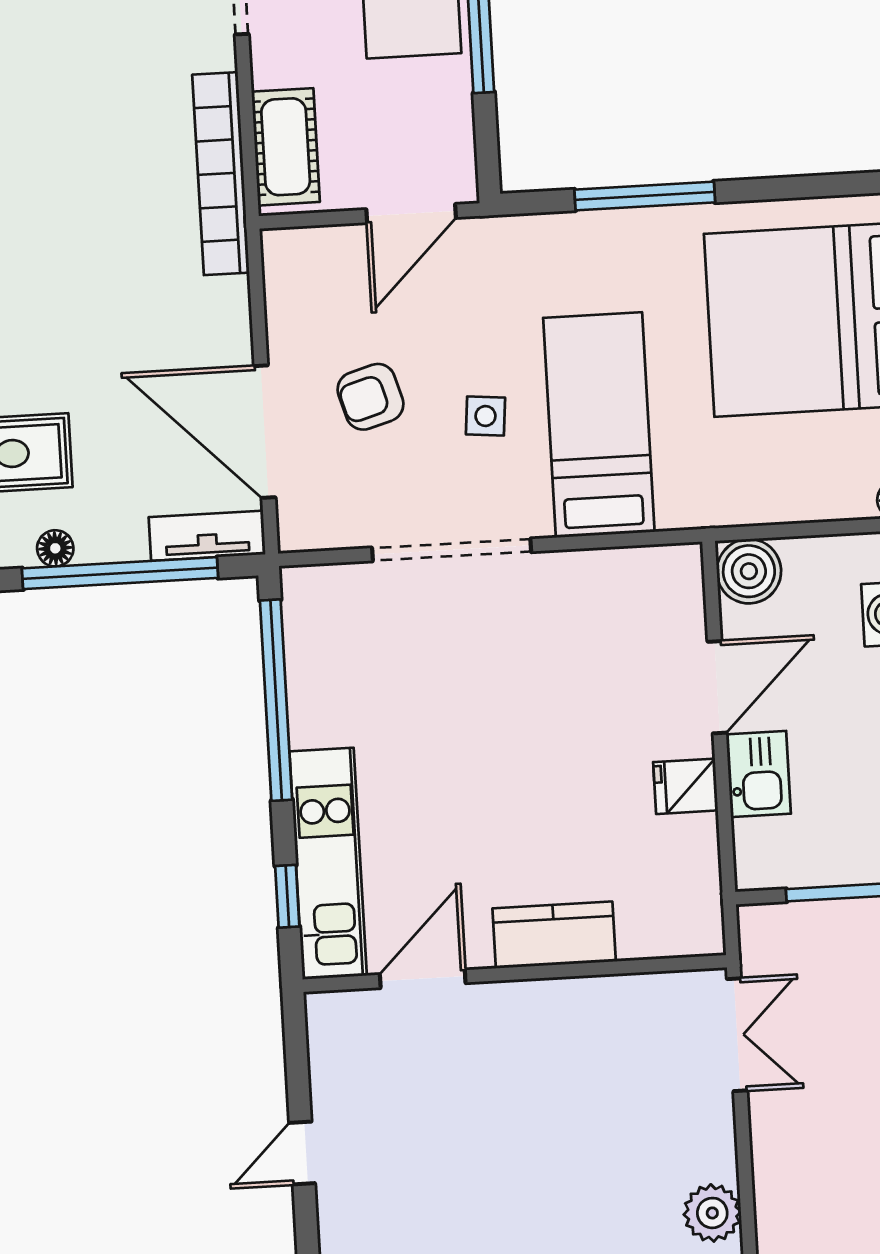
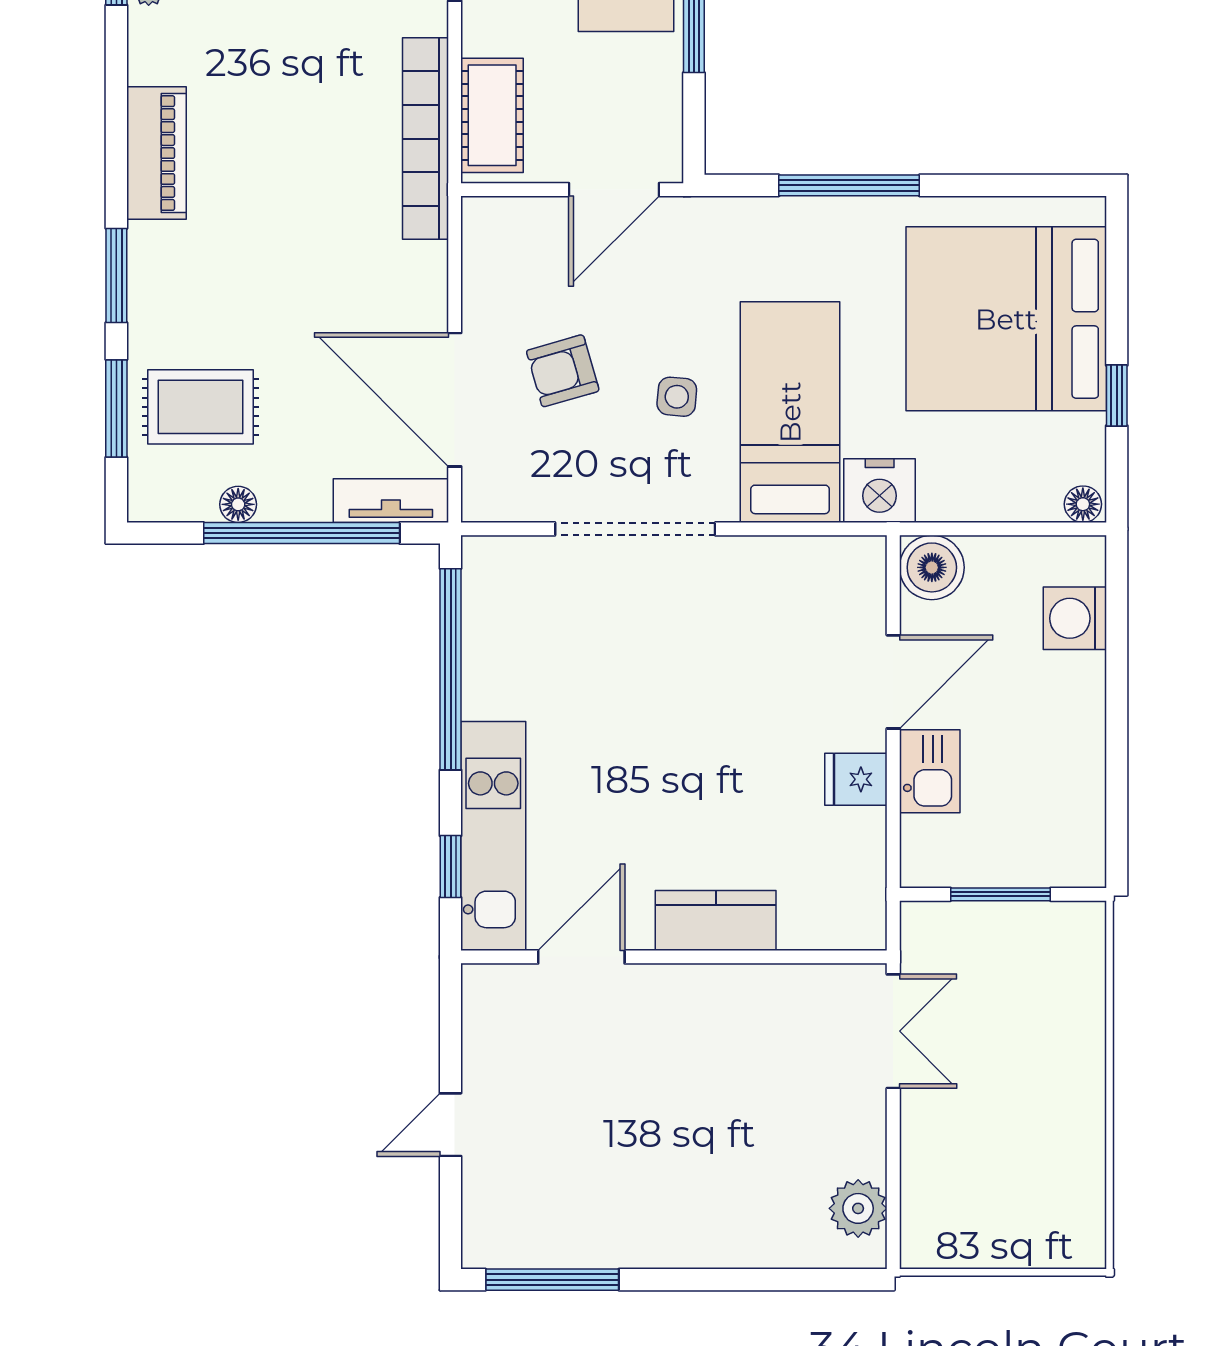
nightstand: (692, 498) -> (880, 491), added

